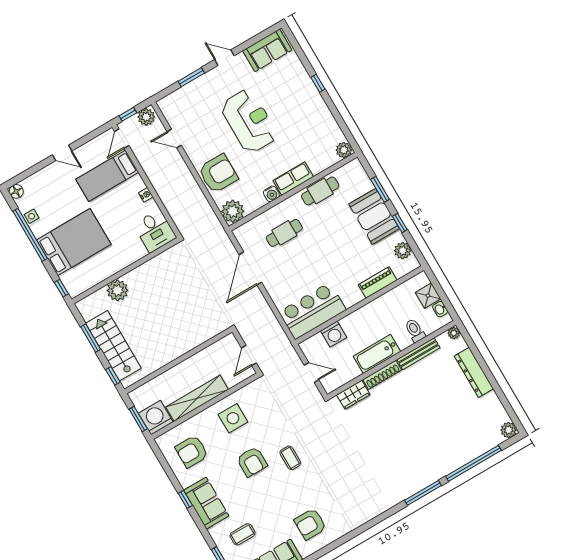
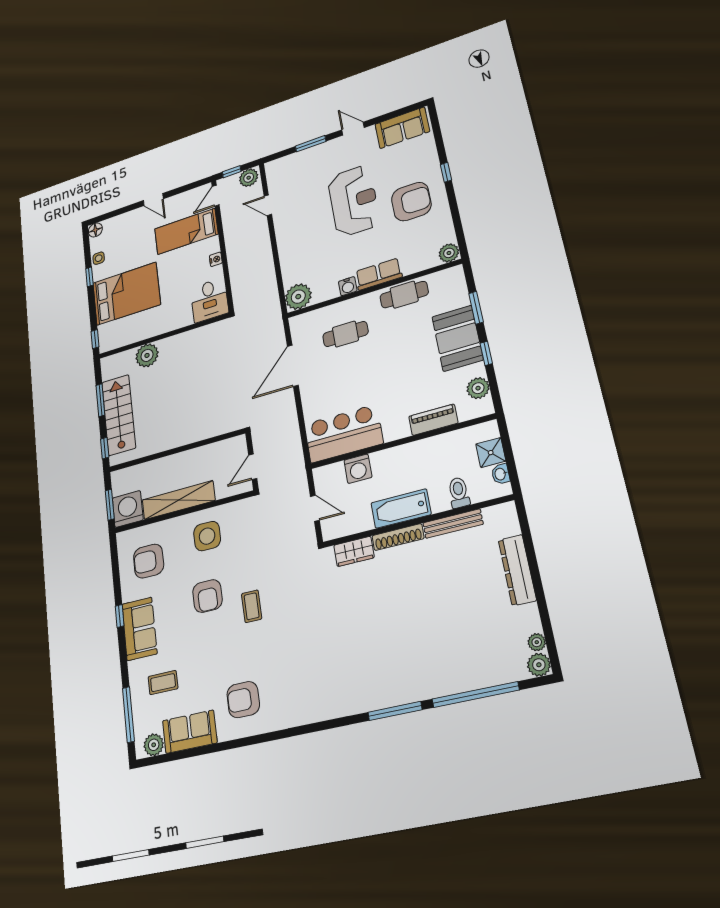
armchair: (218, 174) -> (411, 202), moved
window: (30, 235) -> (89, 277), width x0.32
plant: (454, 333) -> (537, 642), moved

